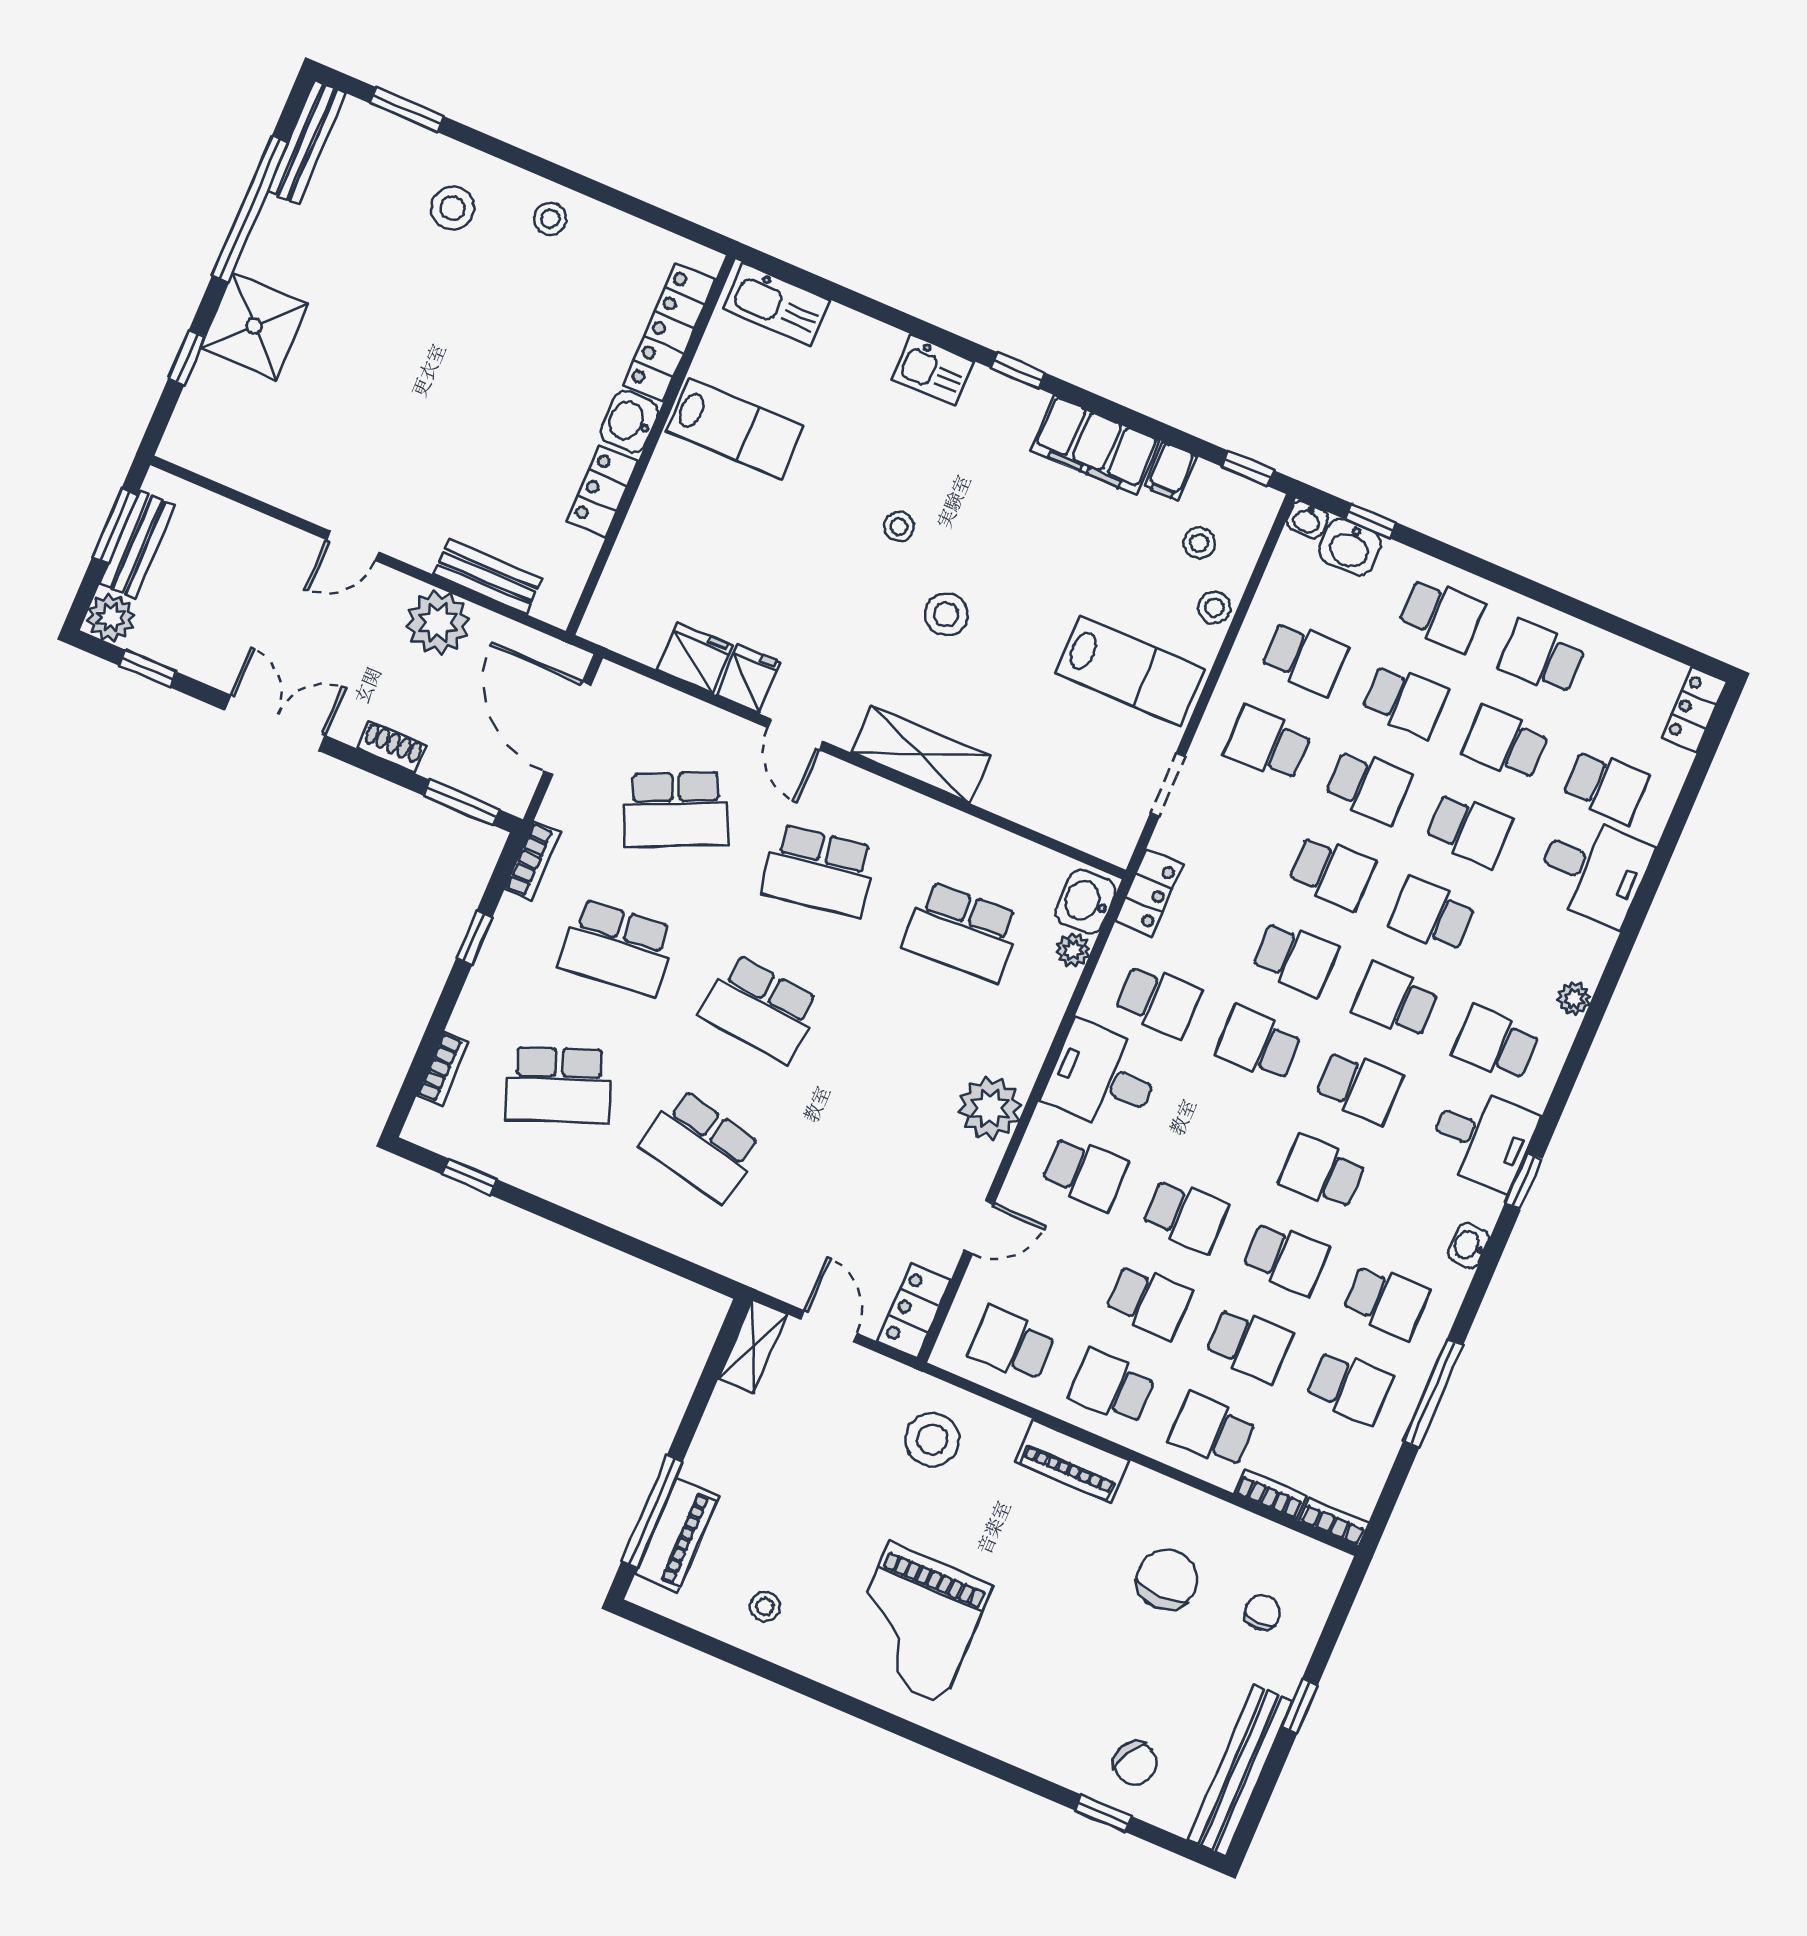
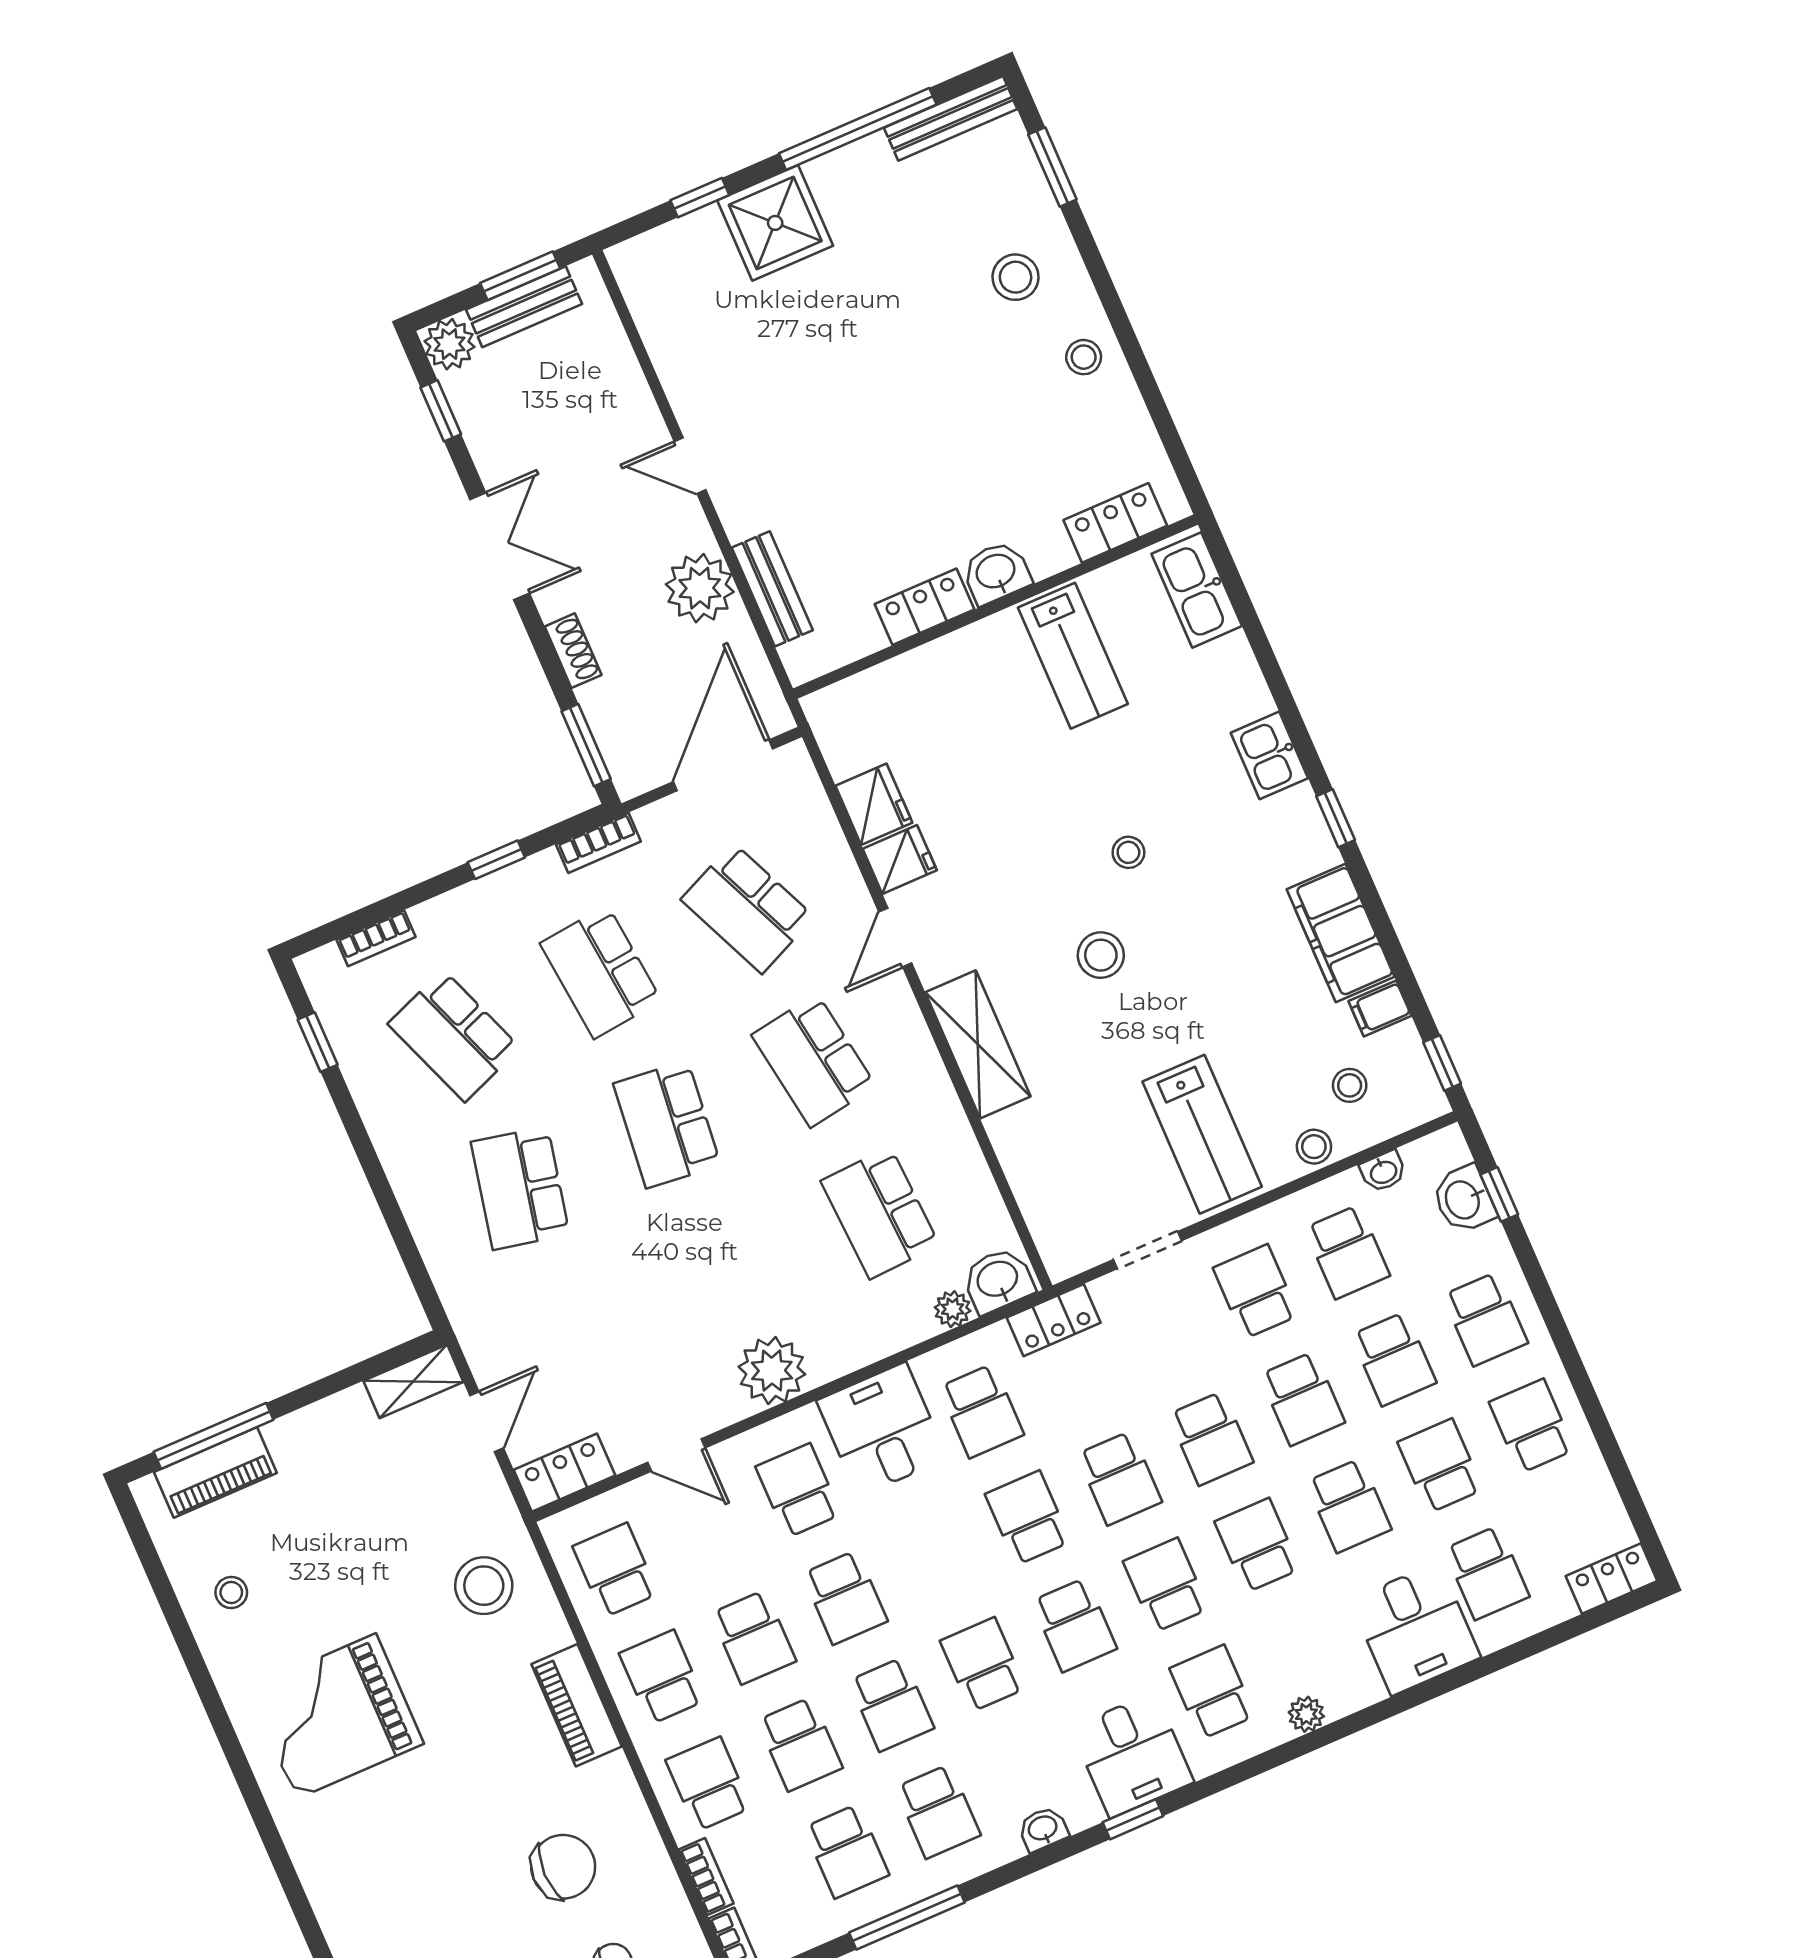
locker: (669, 332) -> (1115, 523), width x0.66
washbasin: (1307, 520) -> (1383, 1171), moved, turned -90
school desk: (1085, 1173) -> (798, 1491), turned 180

